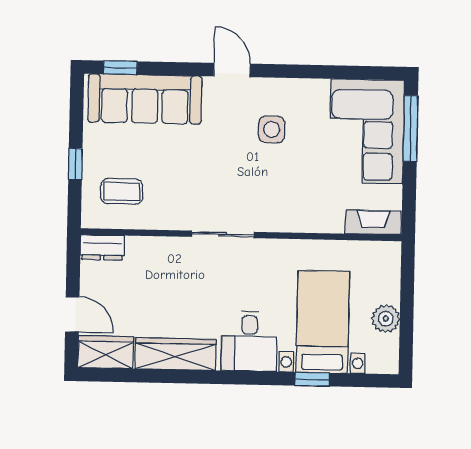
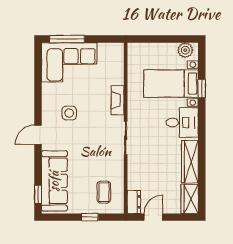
fireplace: (373, 222) -> (118, 100), moved
door: (72, 314) -> (153, 217), moved
plant: (386, 319) -> (185, 50), moved

